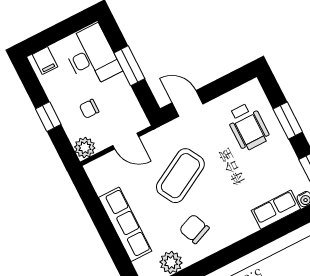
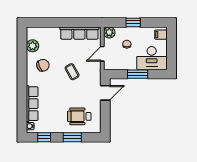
coffee table: (180, 176) -> (72, 72), width x0.54, depth x0.58
row of seats: (276, 210) -> (32, 104), width x1.48
row of seats: (125, 224) -> (79, 33), moved

